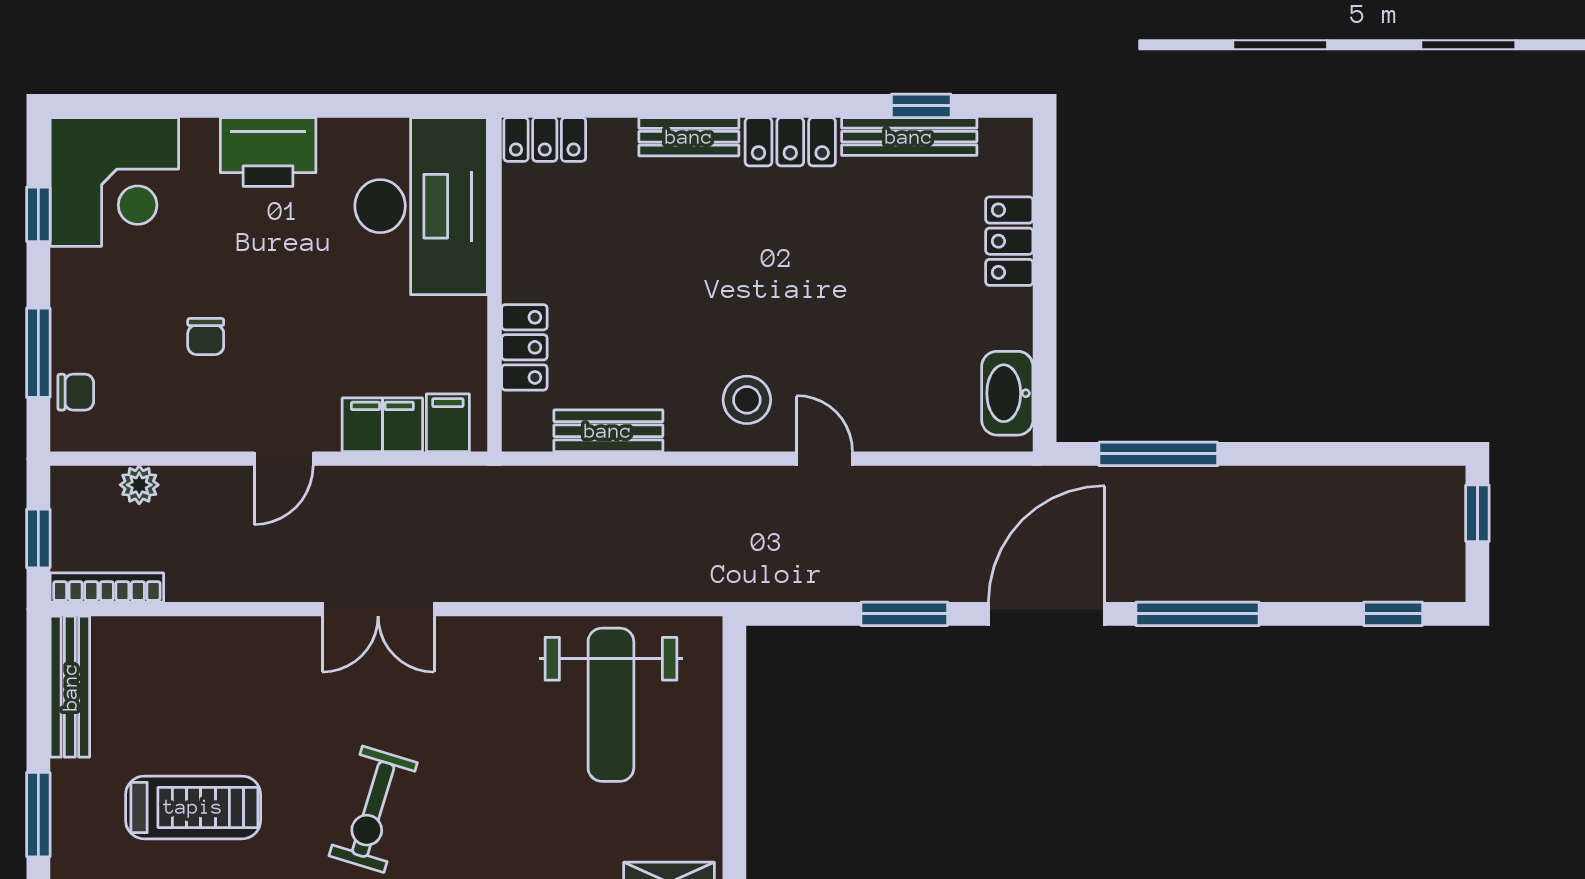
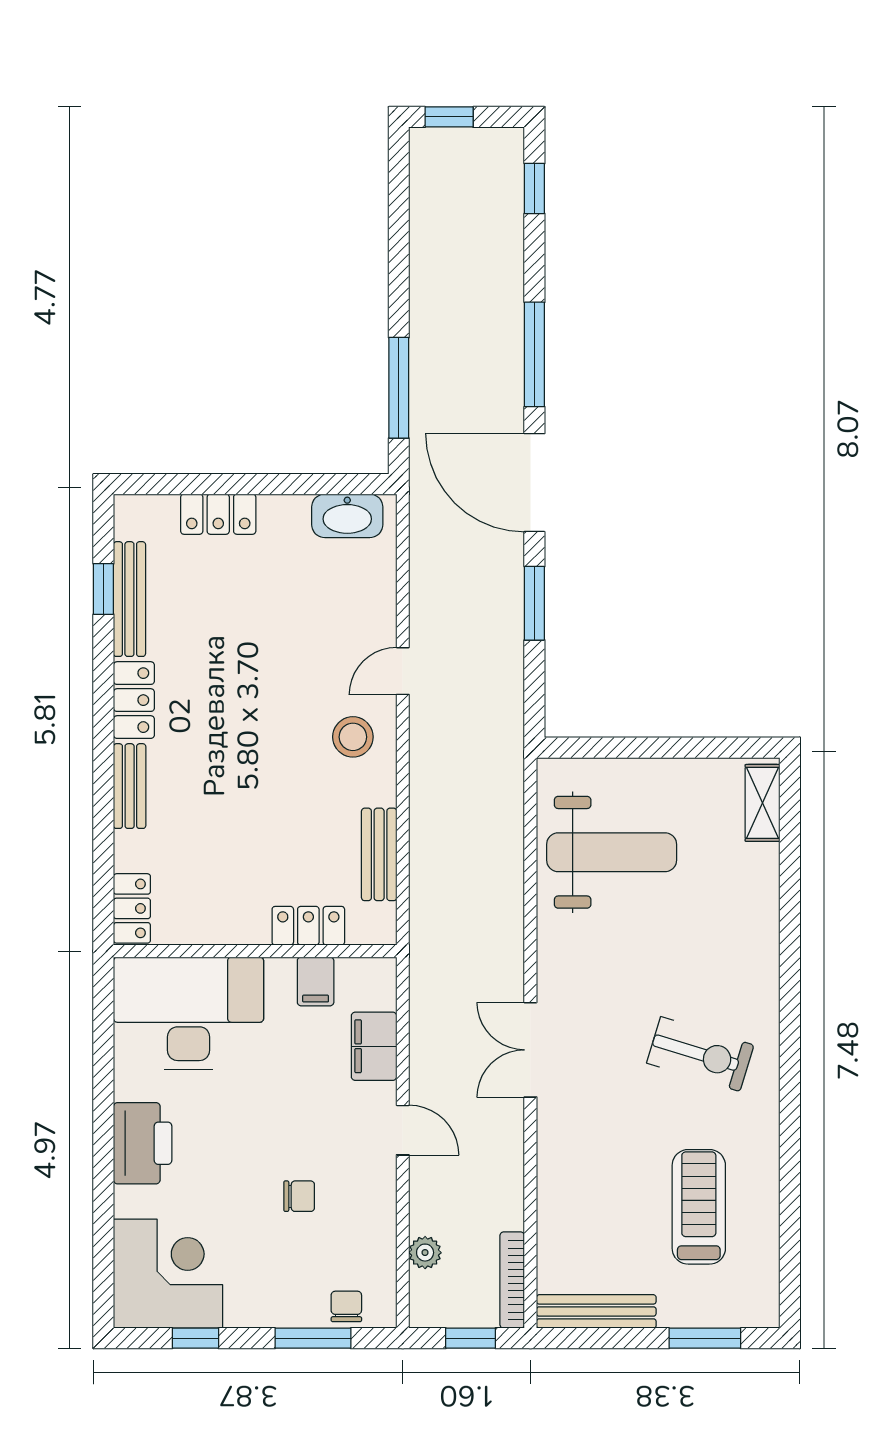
filing cabinet: (448, 423) -> (316, 981), moved, turned -90
double door: (378, 609) -> (530, 1050), swing flipped

